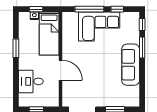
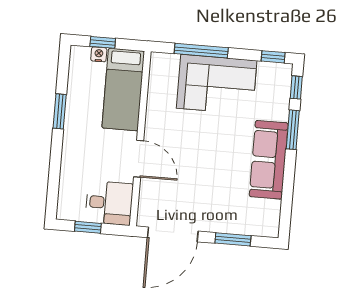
window: (117, 9) -> (273, 57), moved
desk: (31, 81) -> (109, 203), moved, turned 180

